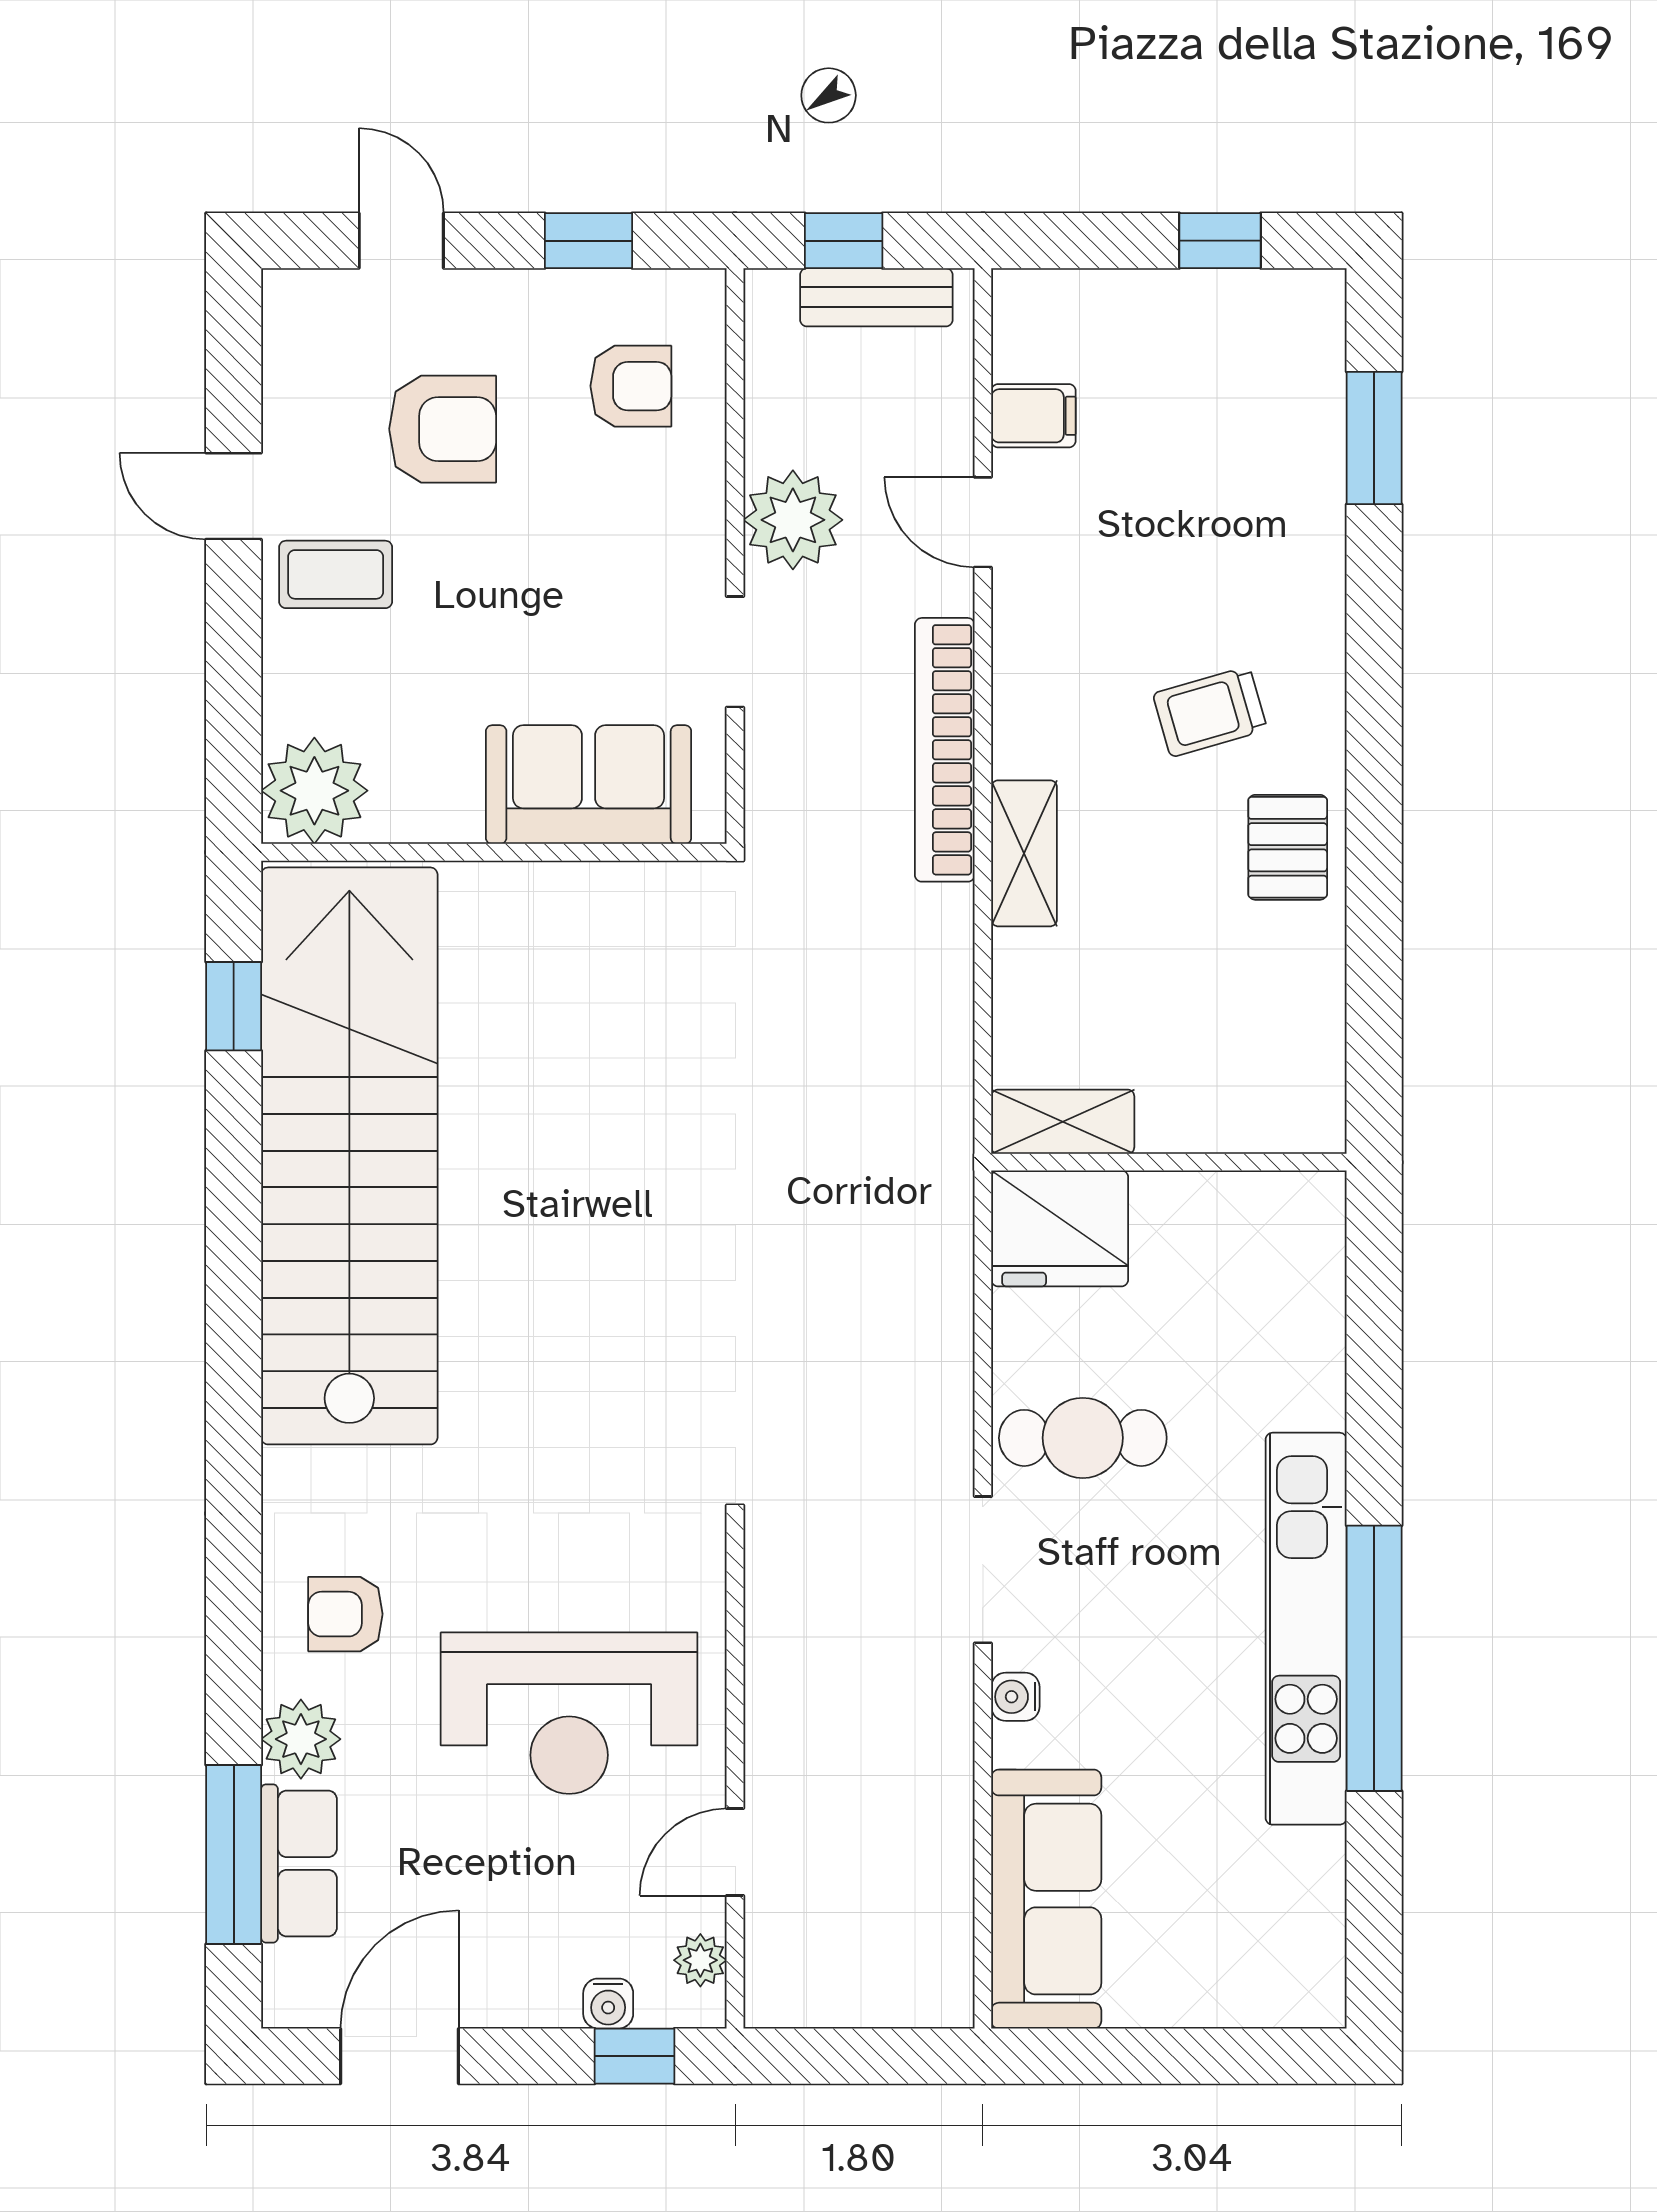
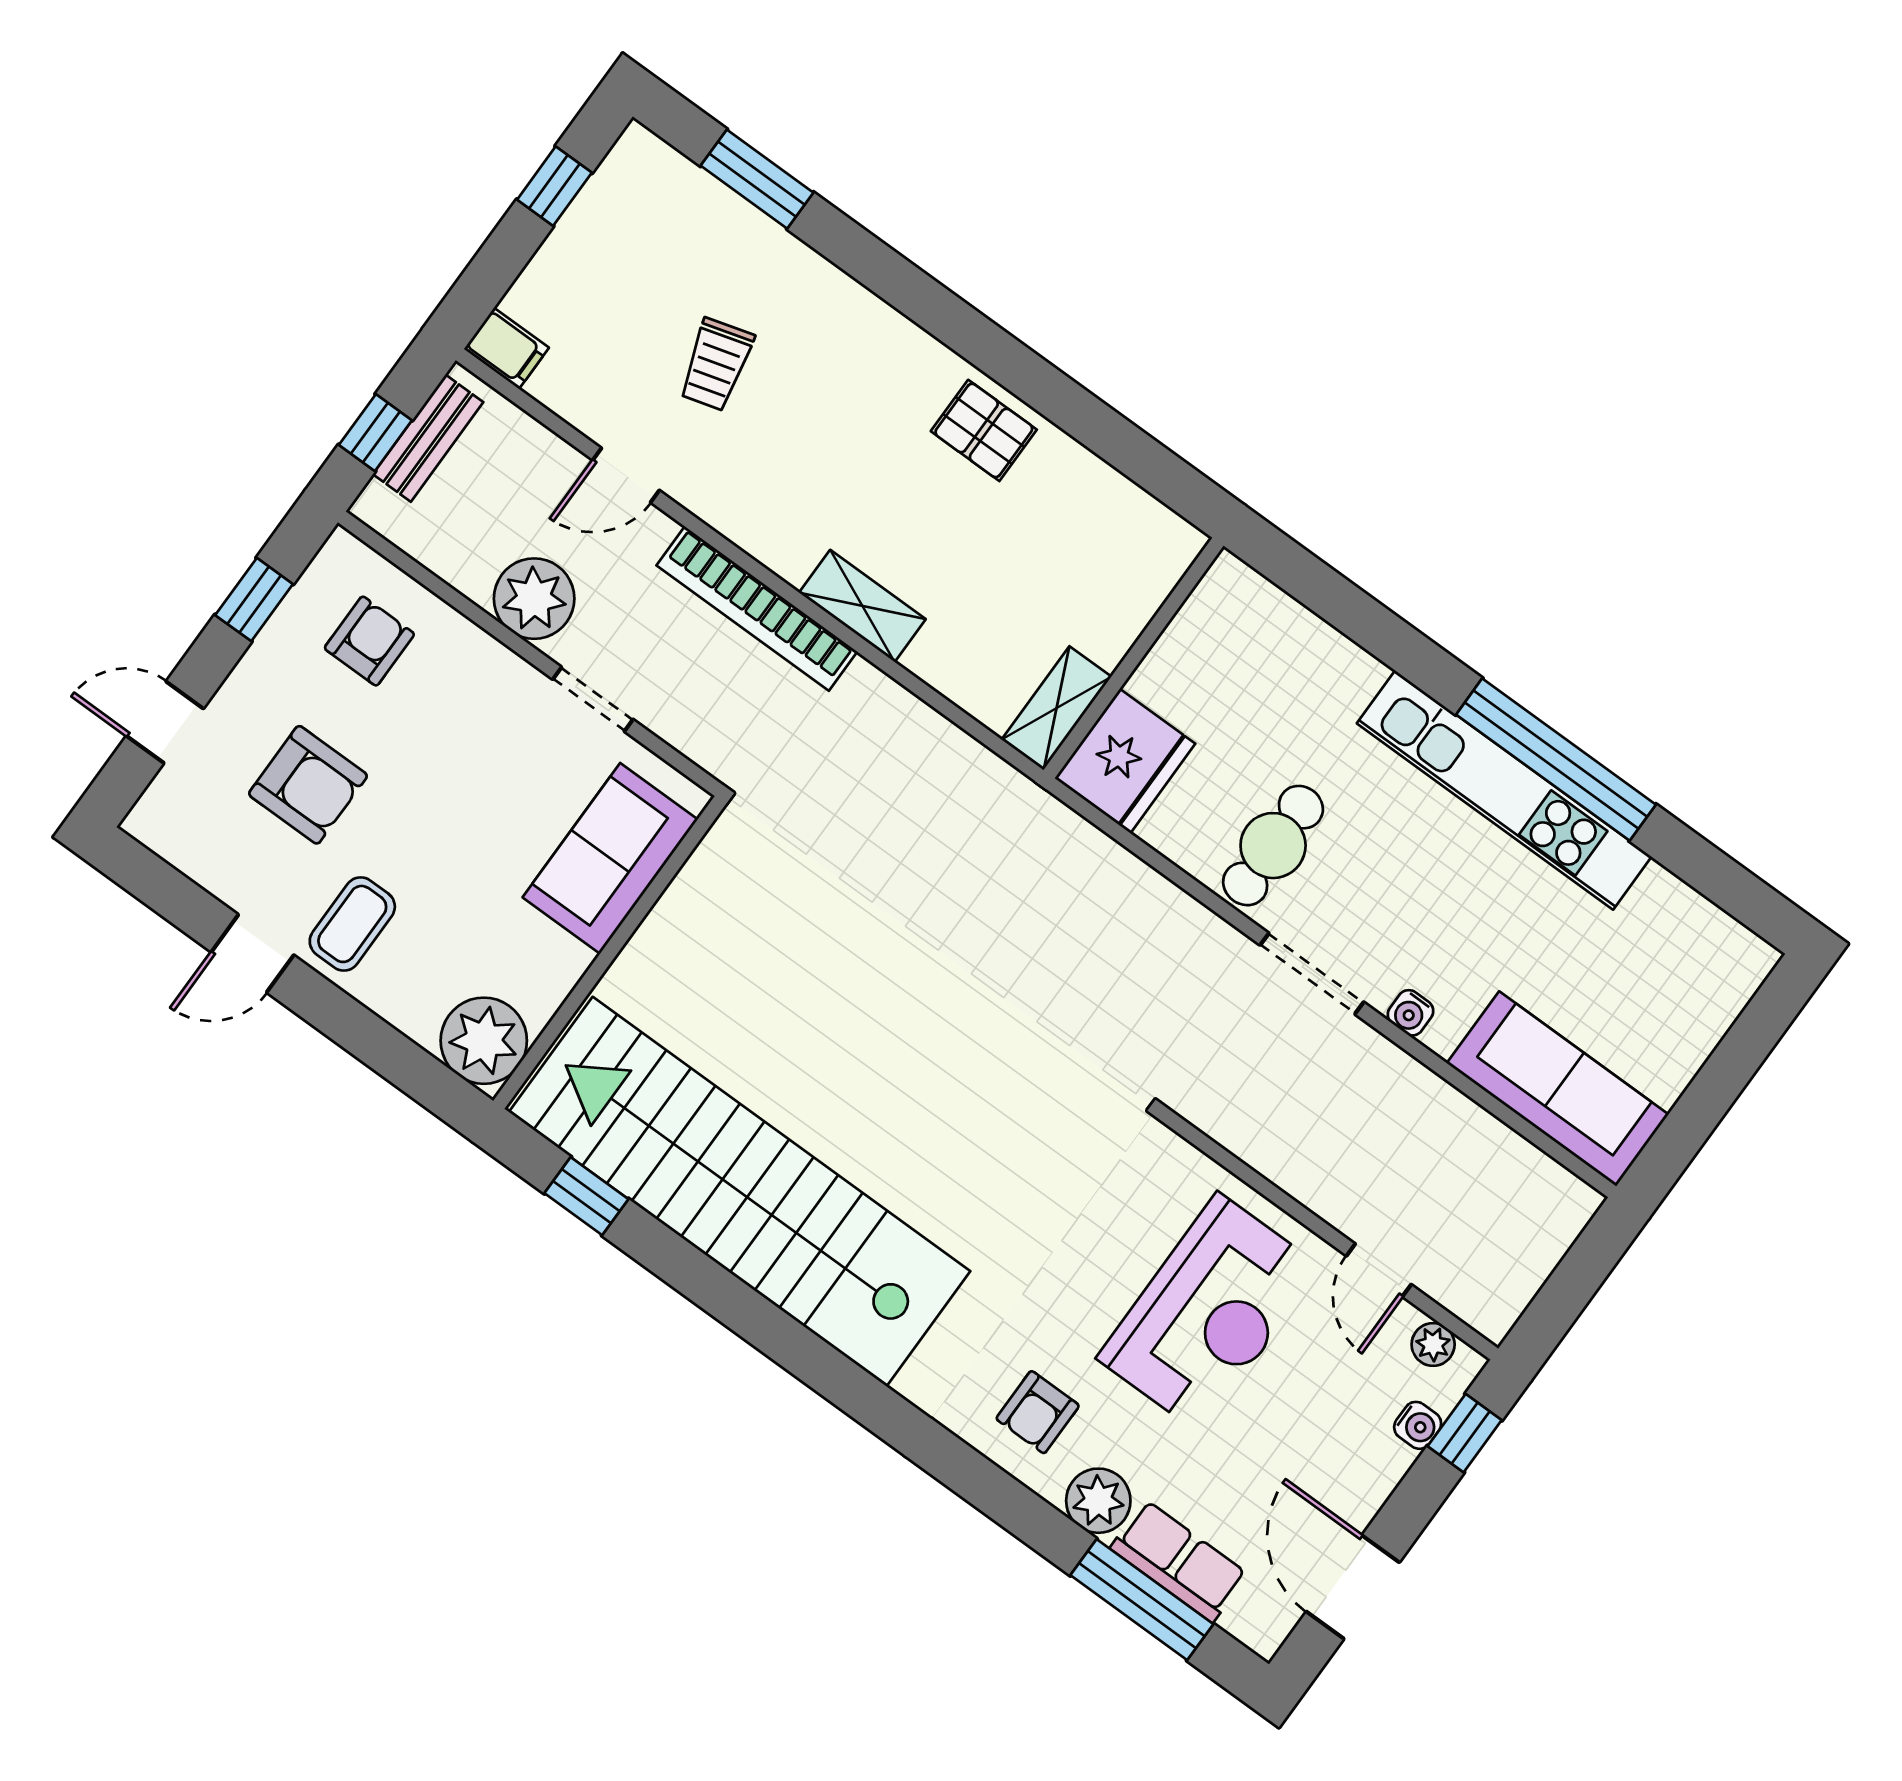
filing cabinet: (1033, 416) -> (506, 348), moved, turned 90
armchair: (443, 429) -> (308, 785), turned 90
trolley: (1210, 712) -> (716, 365), moved

